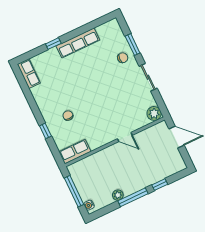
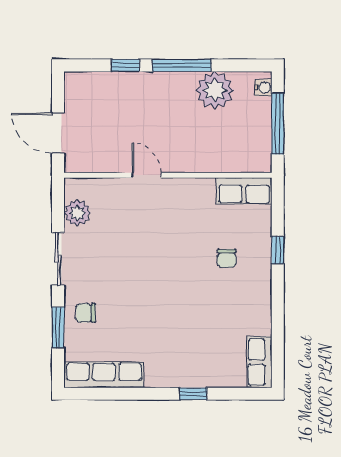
row of seats: (78, 43) -> (104, 375), moved
plant: (154, 113) -> (77, 213), moved
plant: (118, 195) -> (215, 90), width x1.88, depth x1.88

